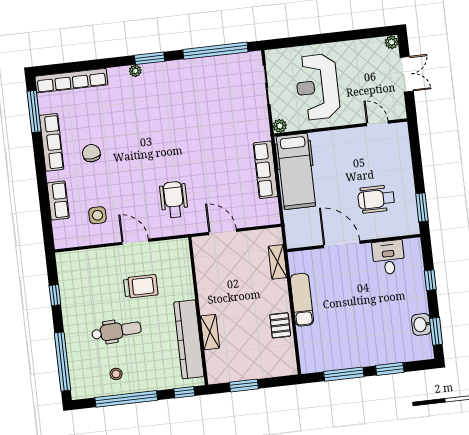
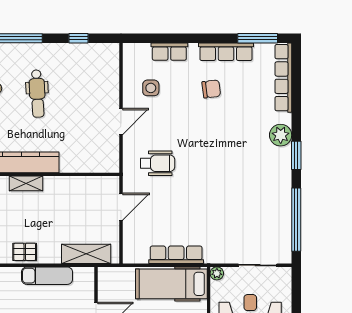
plant: (135, 71) -> (281, 135), width x1.87, depth x1.87
shelving: (278, 262) -> (86, 254), width x1.50, depth x1.33
trolley: (141, 286) -> (77, 122), removed

